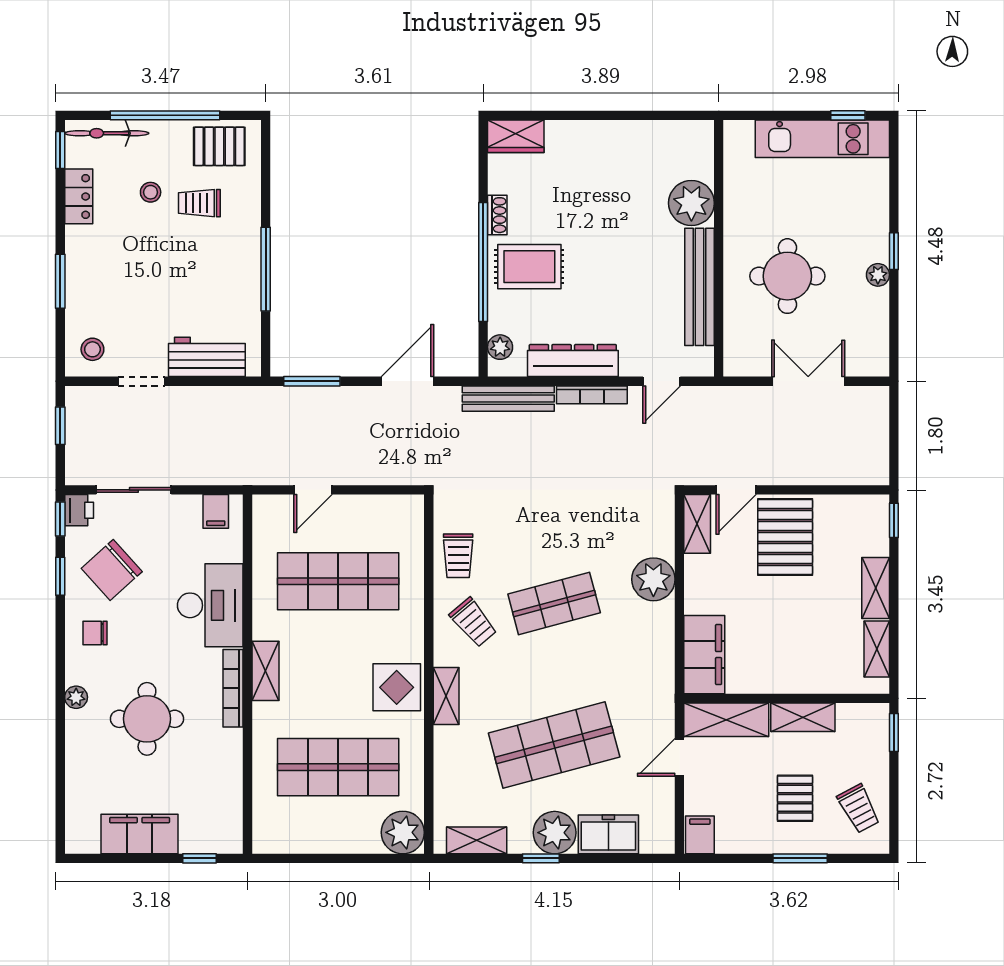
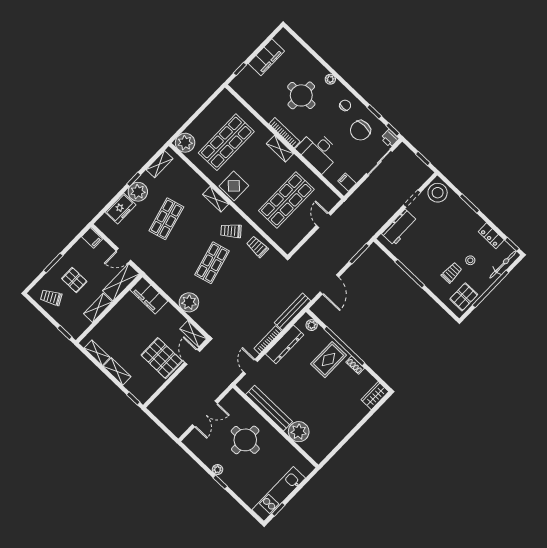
stool: (92, 349) -> (438, 193), width x1.89, depth x1.89
chair: (112, 570) -> (360, 130), turned -138
shop shelf: (554, 745) -> (166, 219), width x0.70, depth x0.74
door: (679, 757) -> (123, 255), swing flipped

